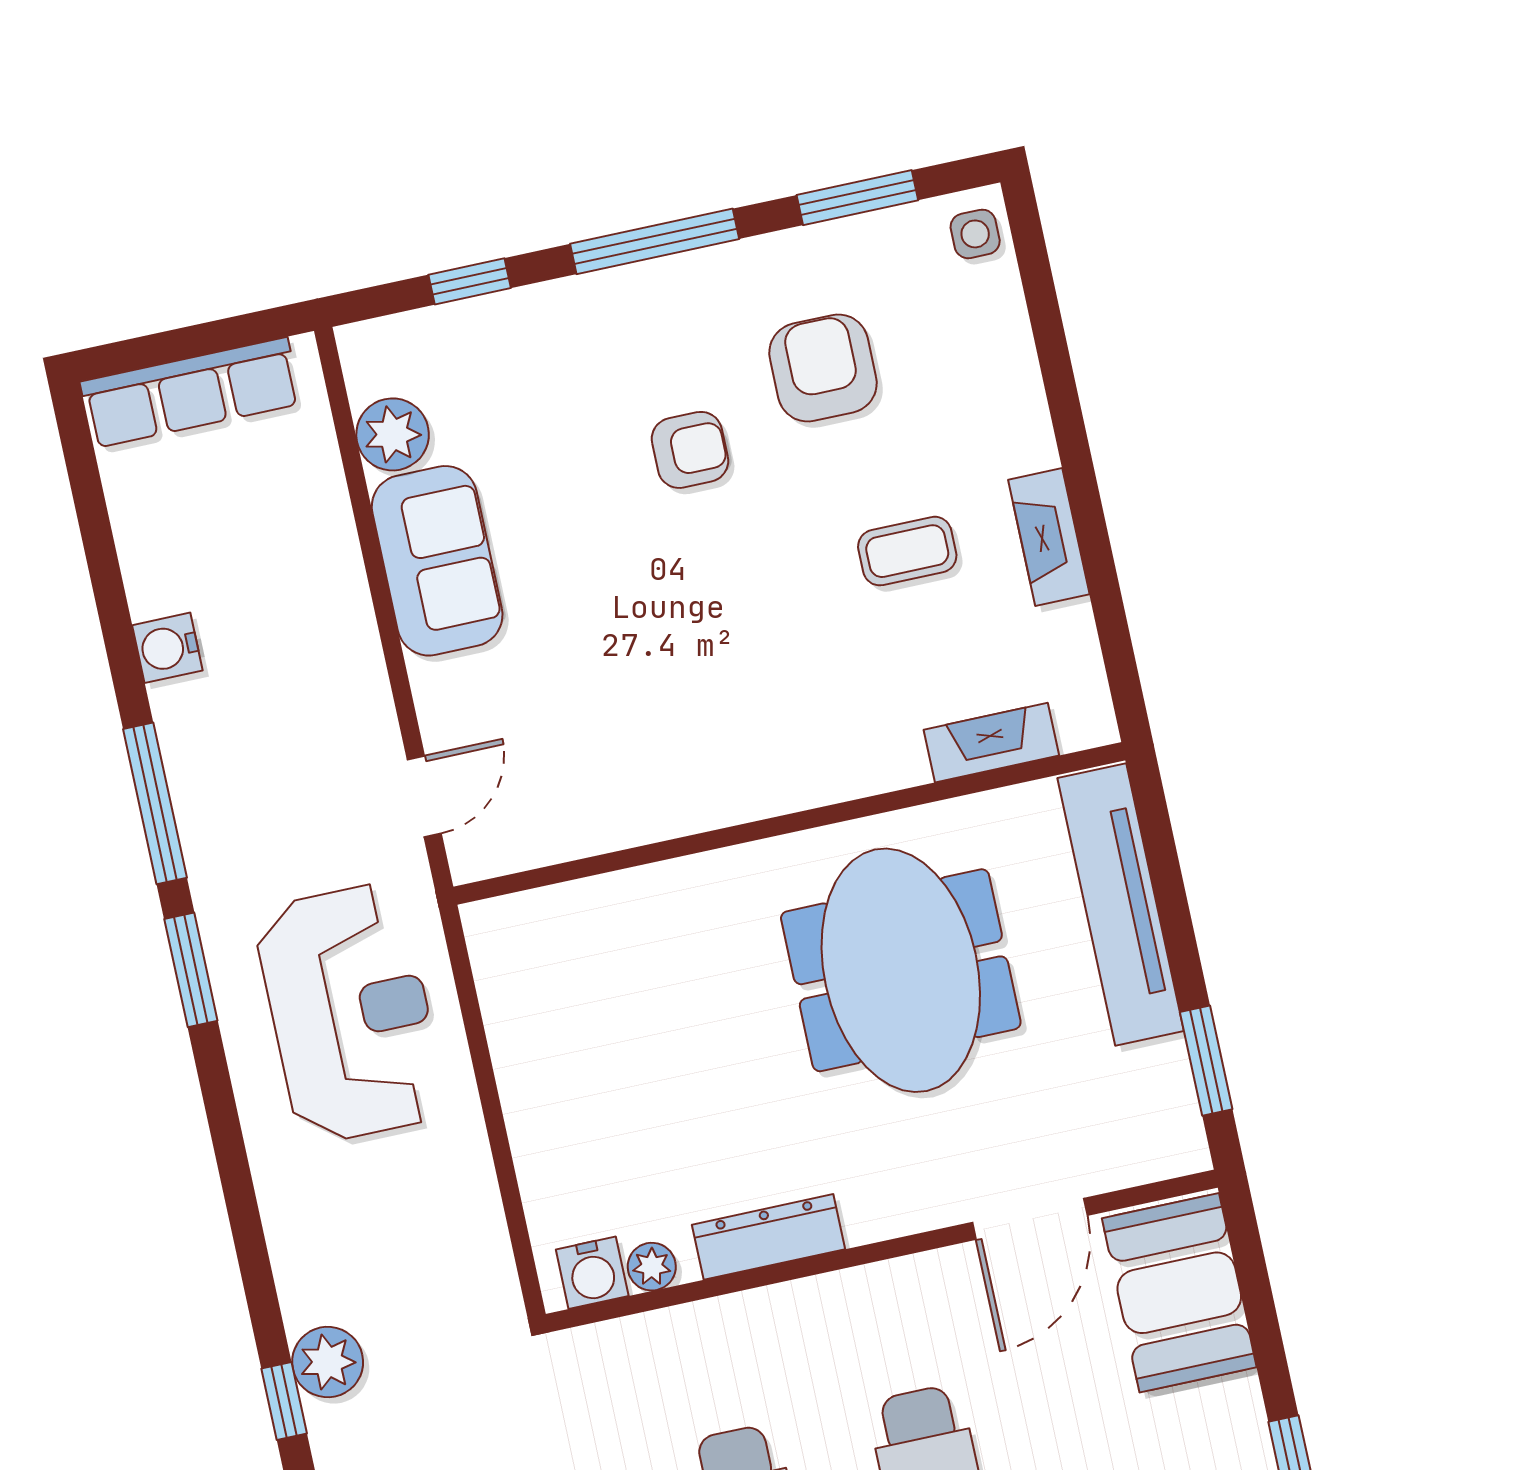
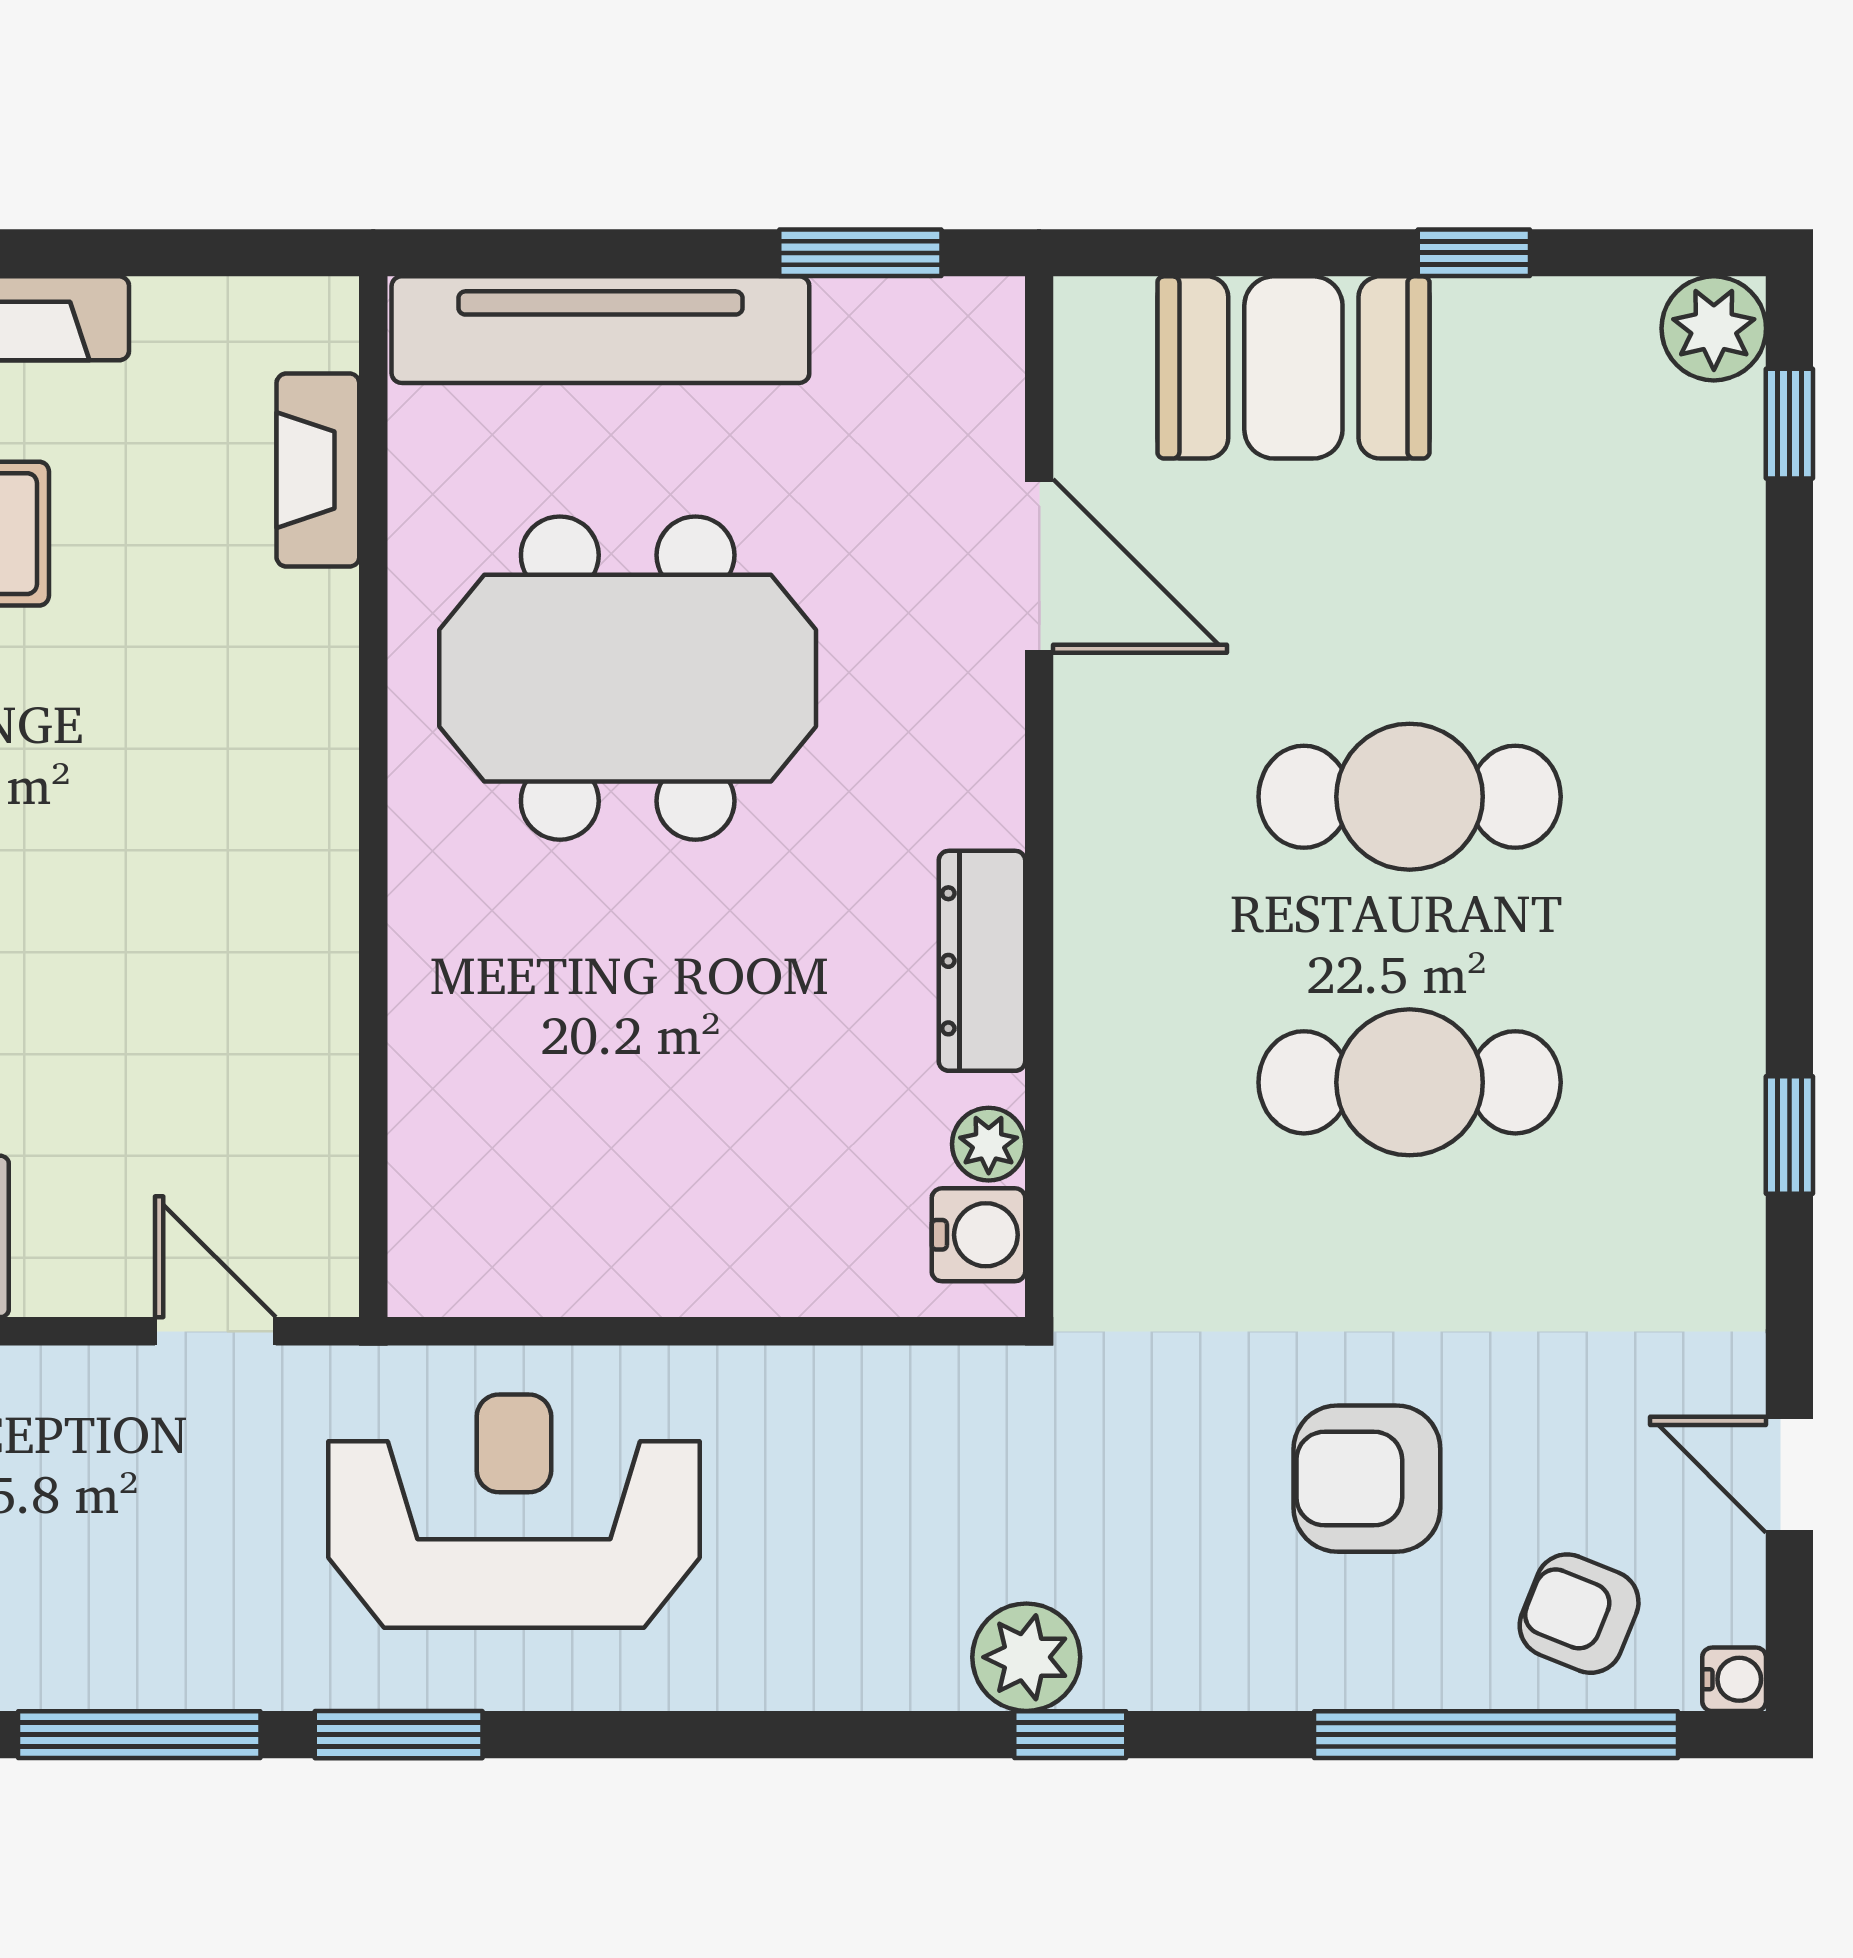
booth: (1179, 1293) -> (1293, 367), moved

